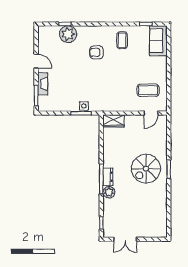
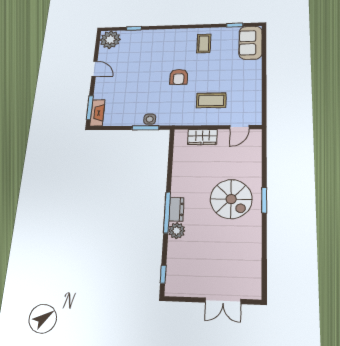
plant: (68, 34) -> (110, 40), moved
armchair: (97, 52) -> (179, 77), moved, turned -90
fireplace: (43, 84) -> (97, 113), moved
coffee table: (148, 90) -> (211, 100), moved
wardrobe: (114, 121) -> (202, 137), moved
spiral stairs: (146, 169) -> (231, 199), turned -90
double door: (125, 239) -> (223, 301), moved

